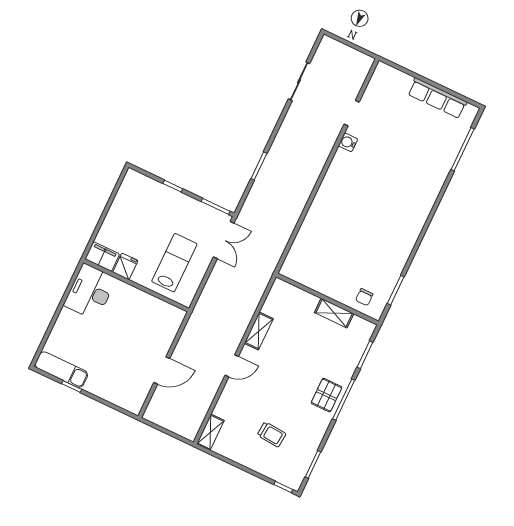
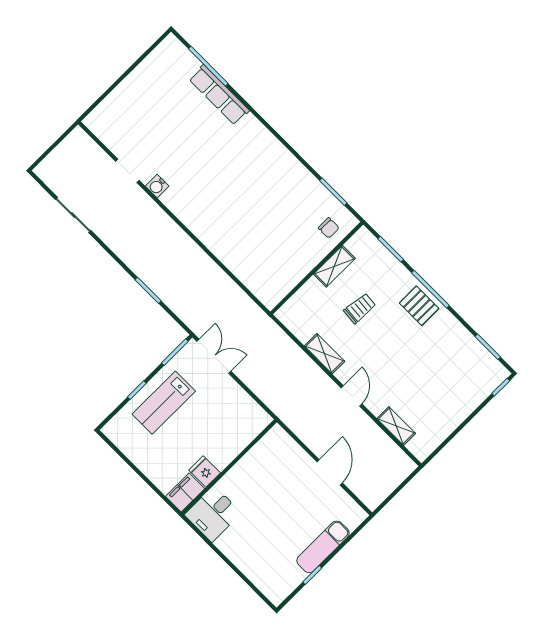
row of seats: (437, 98) -> (219, 95), moved, turned 90
lab bench: (174, 263) -> (164, 403), moved, turned -90
desk: (90, 292) -> (213, 514), width x0.73
exam couch: (61, 370) -> (323, 547), moved
shelving: (210, 432) -> (396, 426), moved
trolley: (272, 434) -> (360, 308), moved

